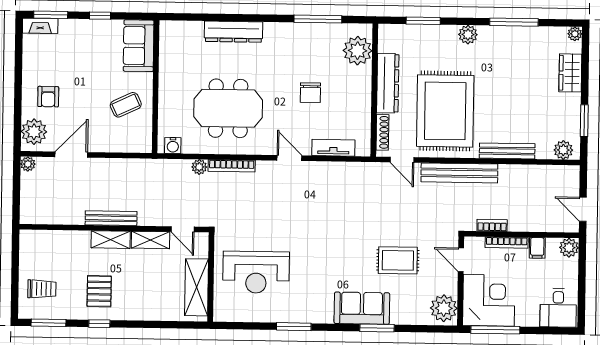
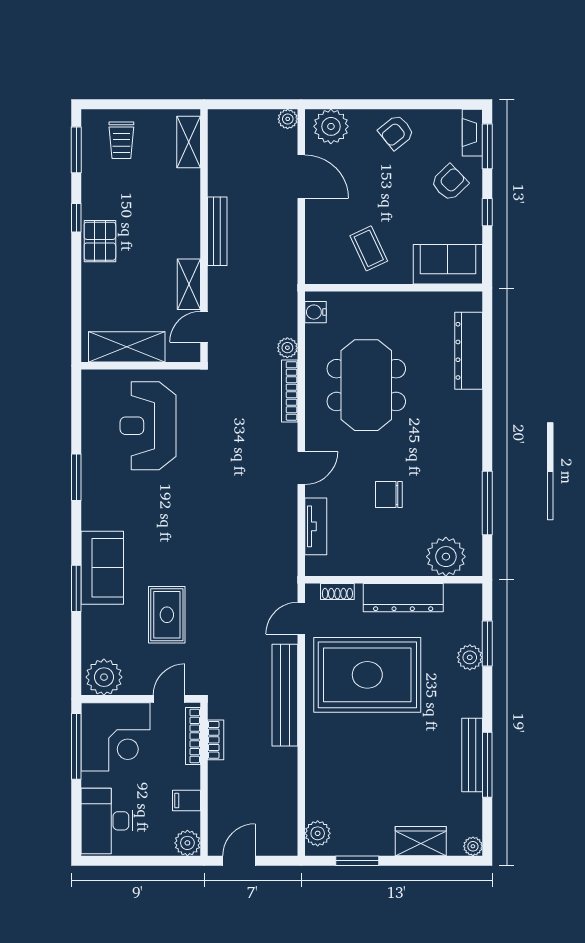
dresser: (233, 32) -> (469, 351), moved
plant: (468, 35) -> (470, 657), moved
armchair: (78, 44) -> (450, 183), added
armchair: (48, 97) -> (396, 132), moved, turned -39
shoe rack: (382, 132) -> (337, 591), width x0.70
bench: (507, 151) -> (472, 755), moved
shelving: (111, 240) -> (189, 142), moved
bookcase: (507, 242) -> (193, 736), moved
pallet: (99, 291) -> (100, 241), moved, turned 90
desk: (558, 308) -> (107, 821), width x1.37

